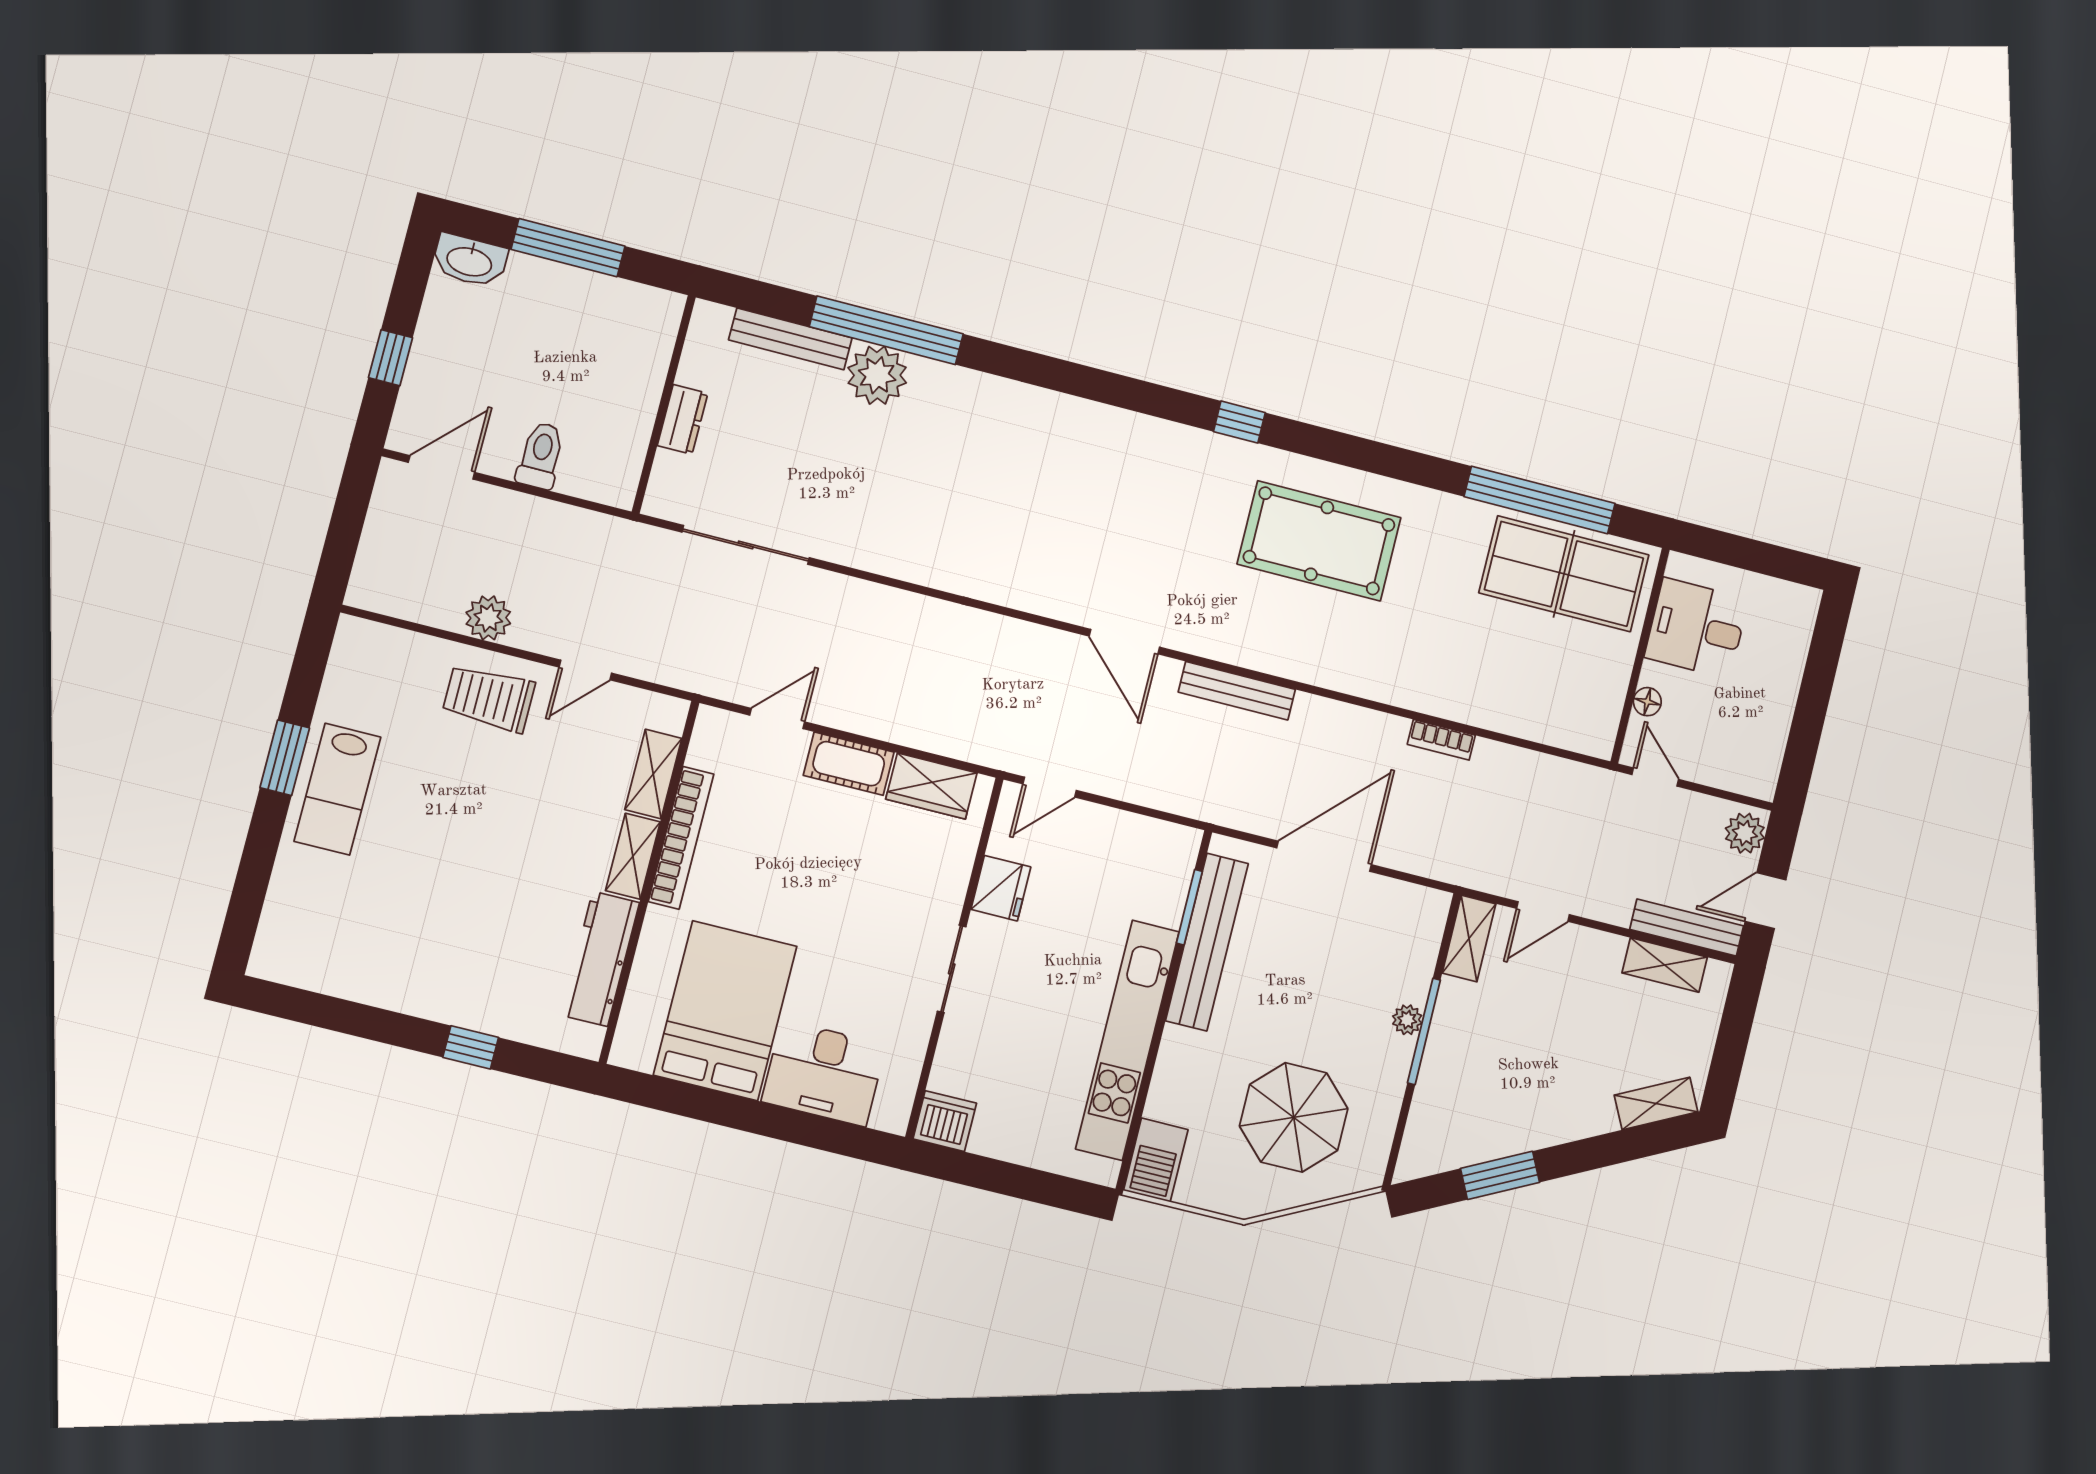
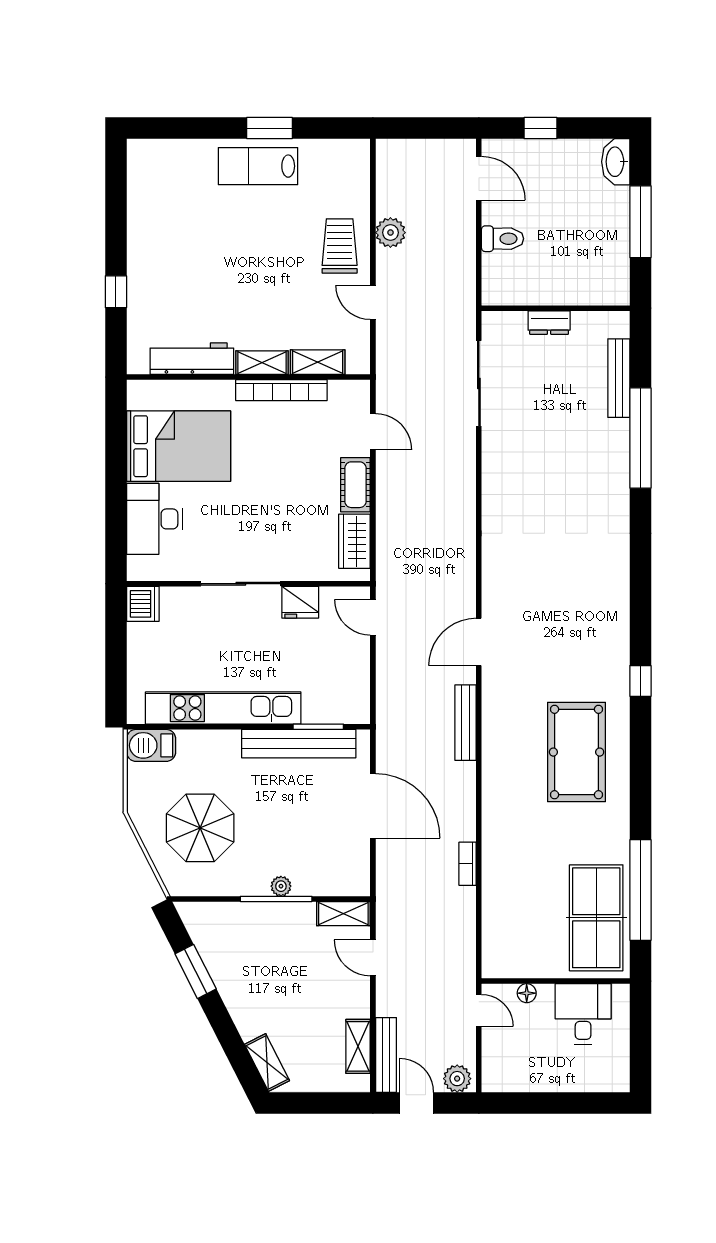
plant: (877, 375) -> (610, 440), removed
door: (1655, 777) -> (479, 1010), hinge flipped
sliding door: (952, 969) -> (241, 584), width x1.37

